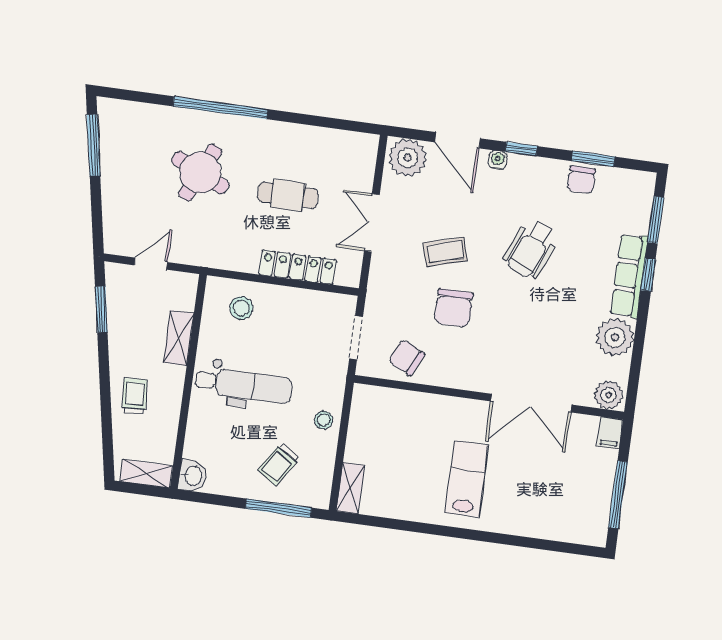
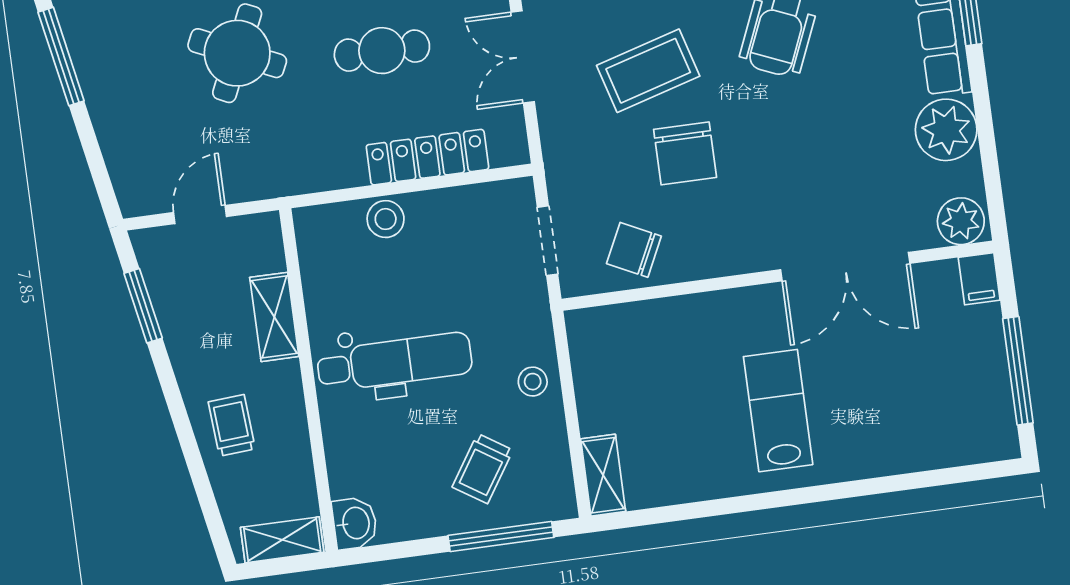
coffee table: (445, 252) -> (648, 71), width x1.36, depth x1.30
stool: (241, 308) -> (386, 219), moved

